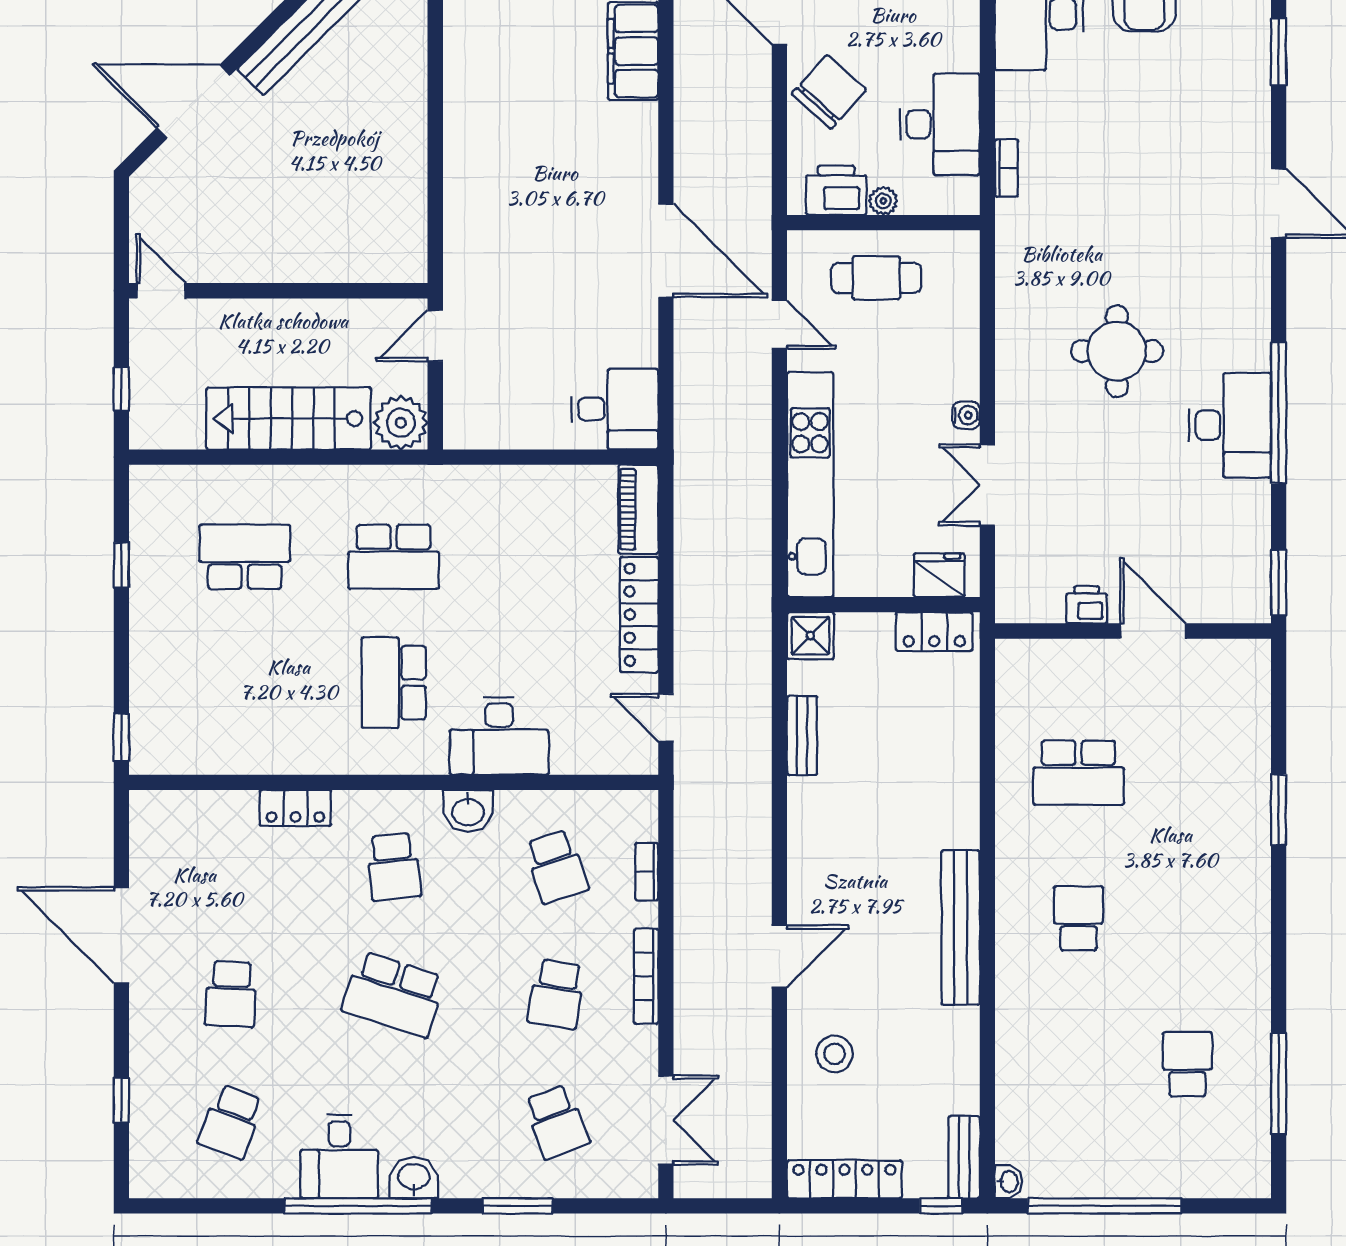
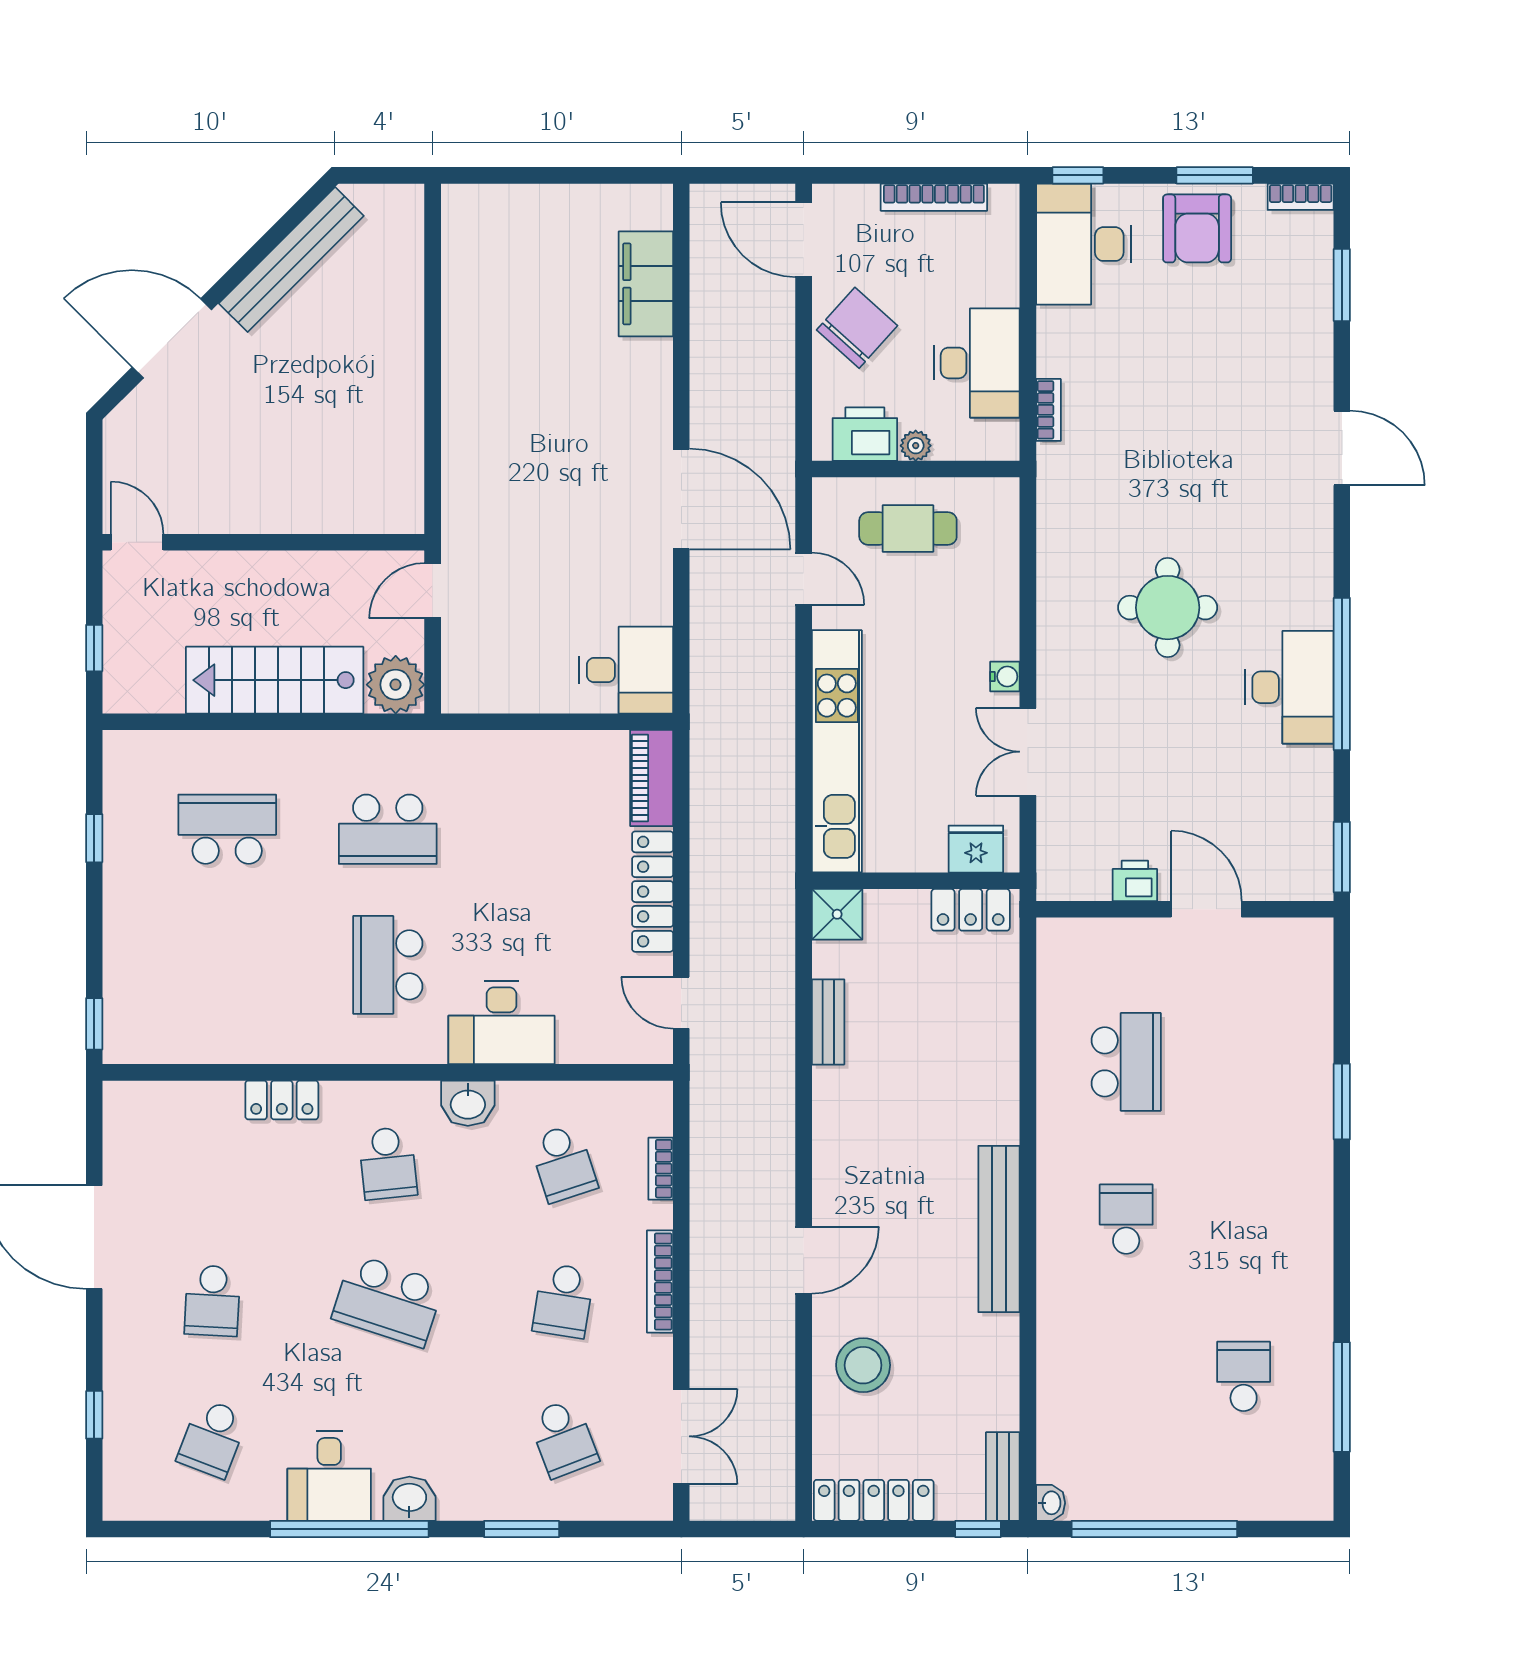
school desk: (1079, 773) -> (1126, 1062), turned -90
stool: (835, 1054) -> (863, 1365), width x1.38, depth x1.38

